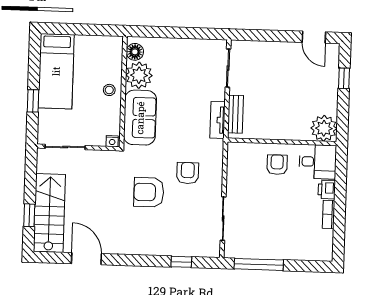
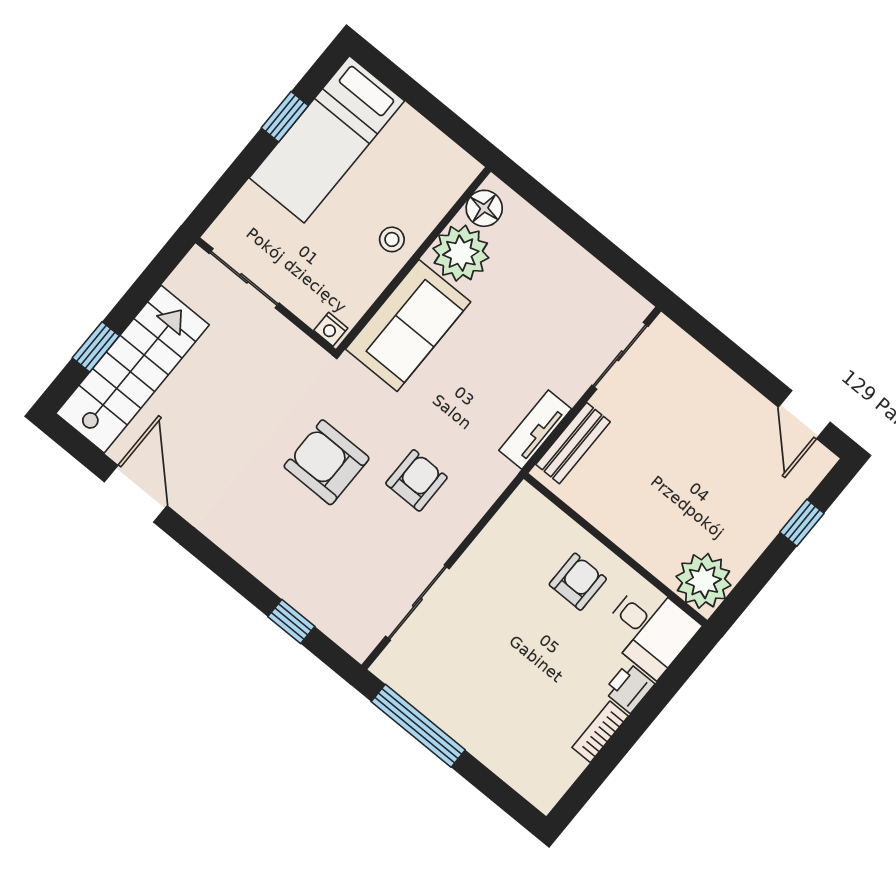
window: (33, 101) -> (285, 117), moved

